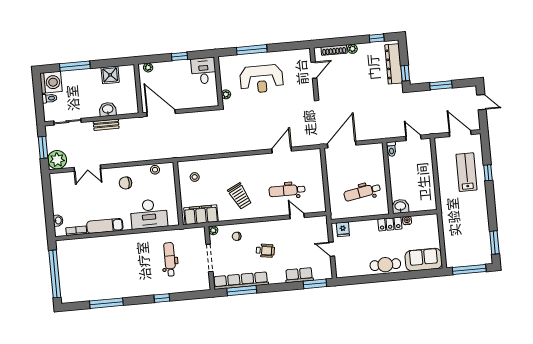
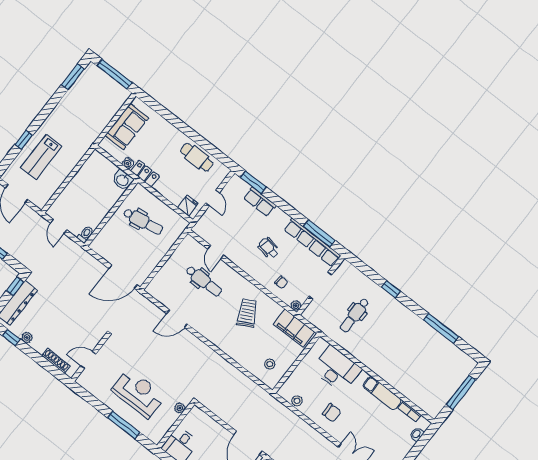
plant: (352, 49) -> (27, 338), moved
sofa: (424, 260) -> (127, 127), moved, turned -90
cafe table: (385, 265) -> (197, 157), moved
window: (55, 274) -> (461, 393), width x0.68

